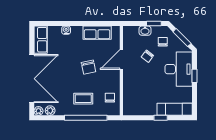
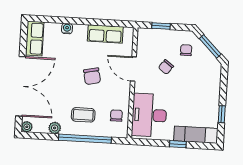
window: (154, 24) -> (161, 26), moved
washbasin: (145, 31) -> (165, 35), removed
door: (121, 59) -> (133, 69), hinge flipped
desk: (179, 69) -> (149, 115), moved, turned 180
window: (194, 76) -> (222, 114), moved
plant: (50, 111) -> (55, 128), moved

